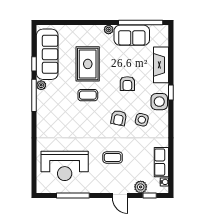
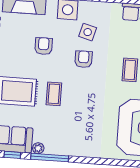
armchair: (127, 84) -> (44, 46), turned -90
armchair: (119, 118) -> (84, 59), turned -101

